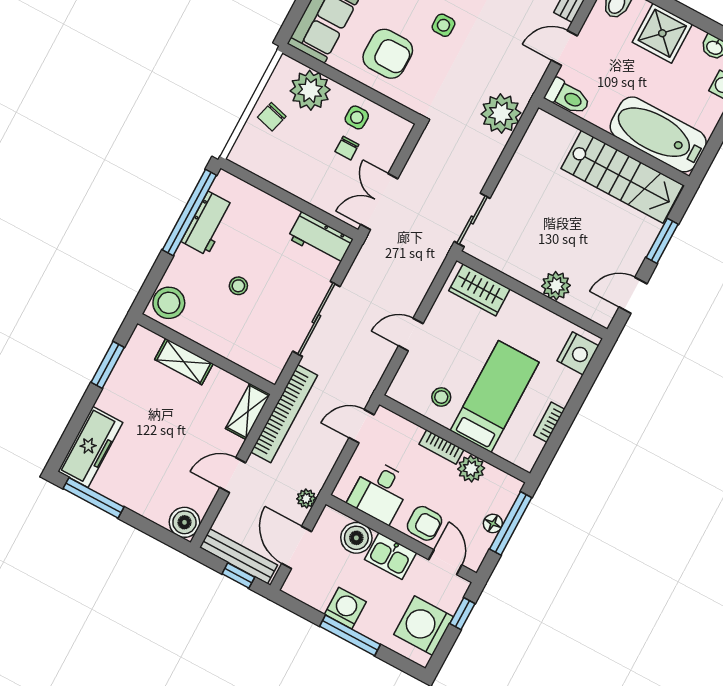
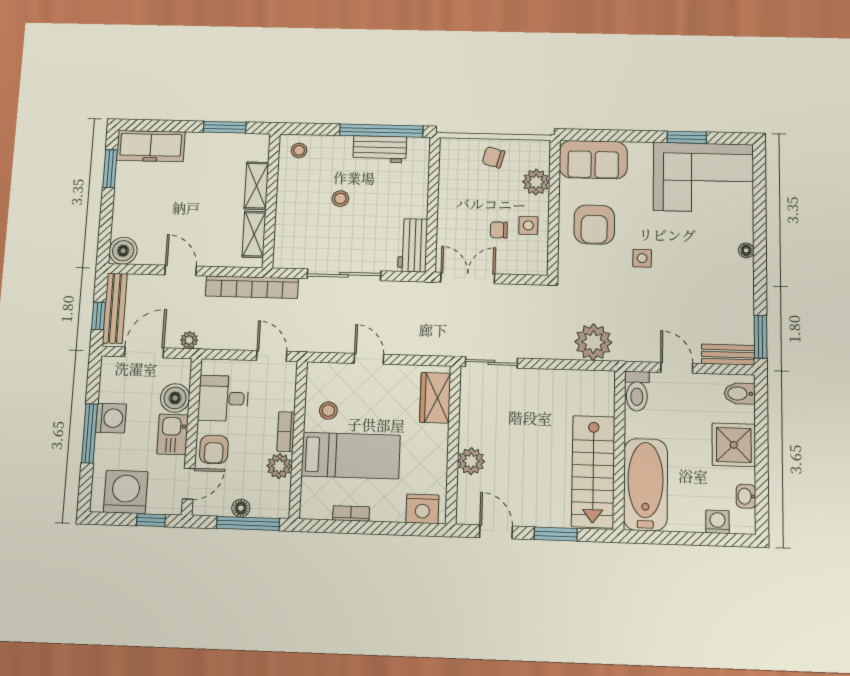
plant: (310, 90) -> (536, 182), width x0.73, depth x0.73
stool: (169, 303) -> (299, 150), width x0.53, depth x0.53
shelving: (248, 411) -> (254, 234), moved, turned 90
window: (93, 498) -> (110, 169), width x0.69

